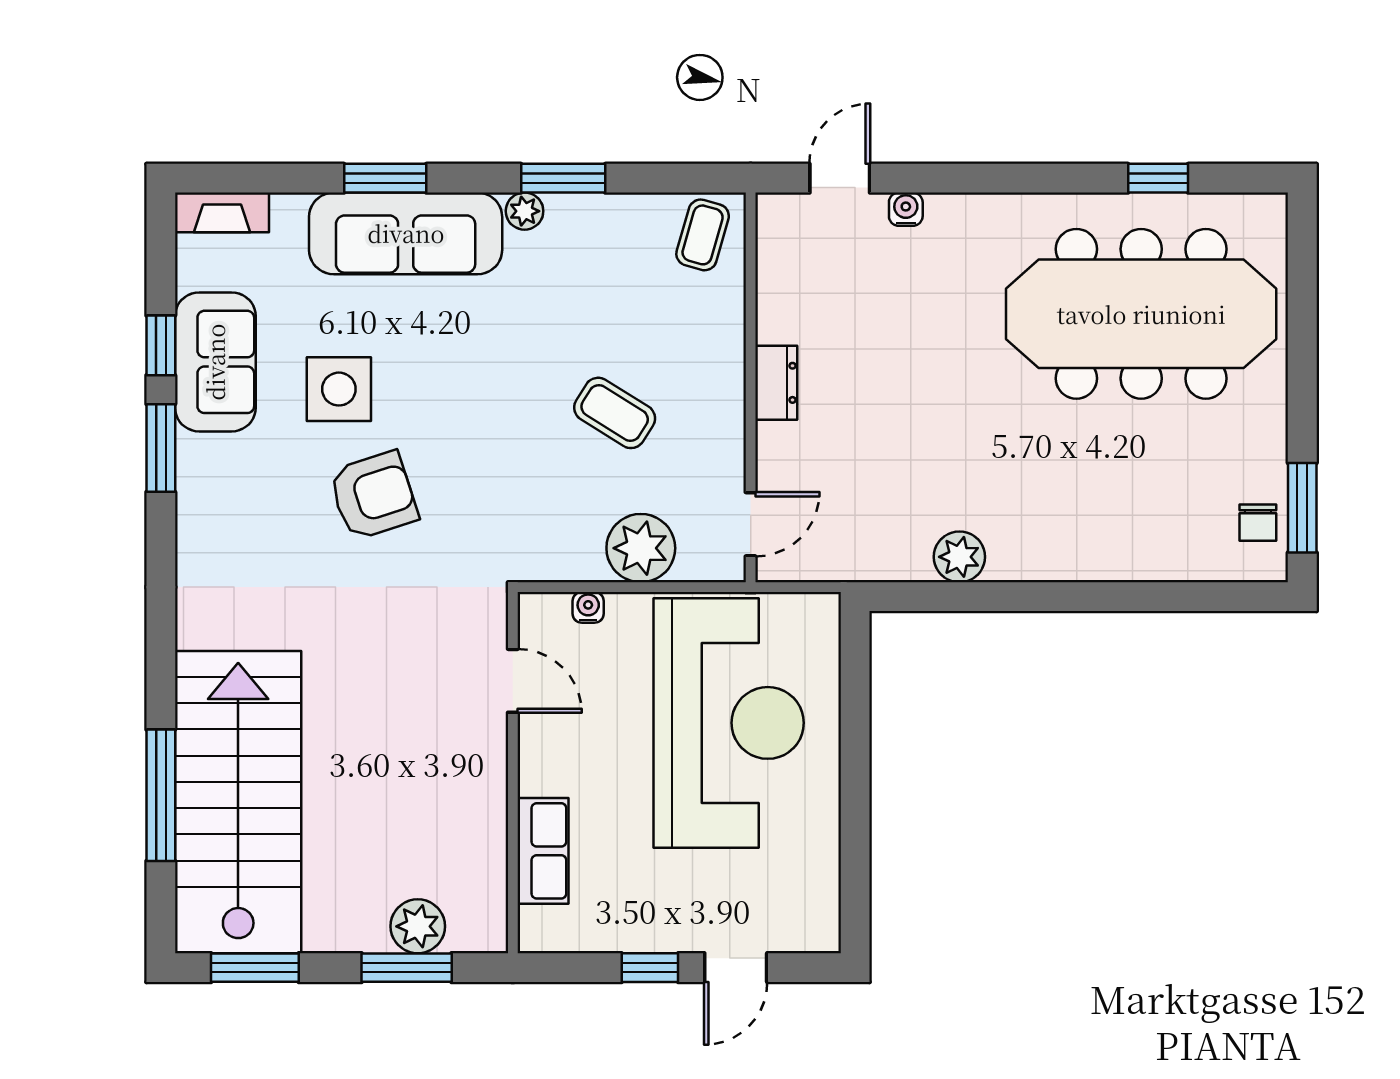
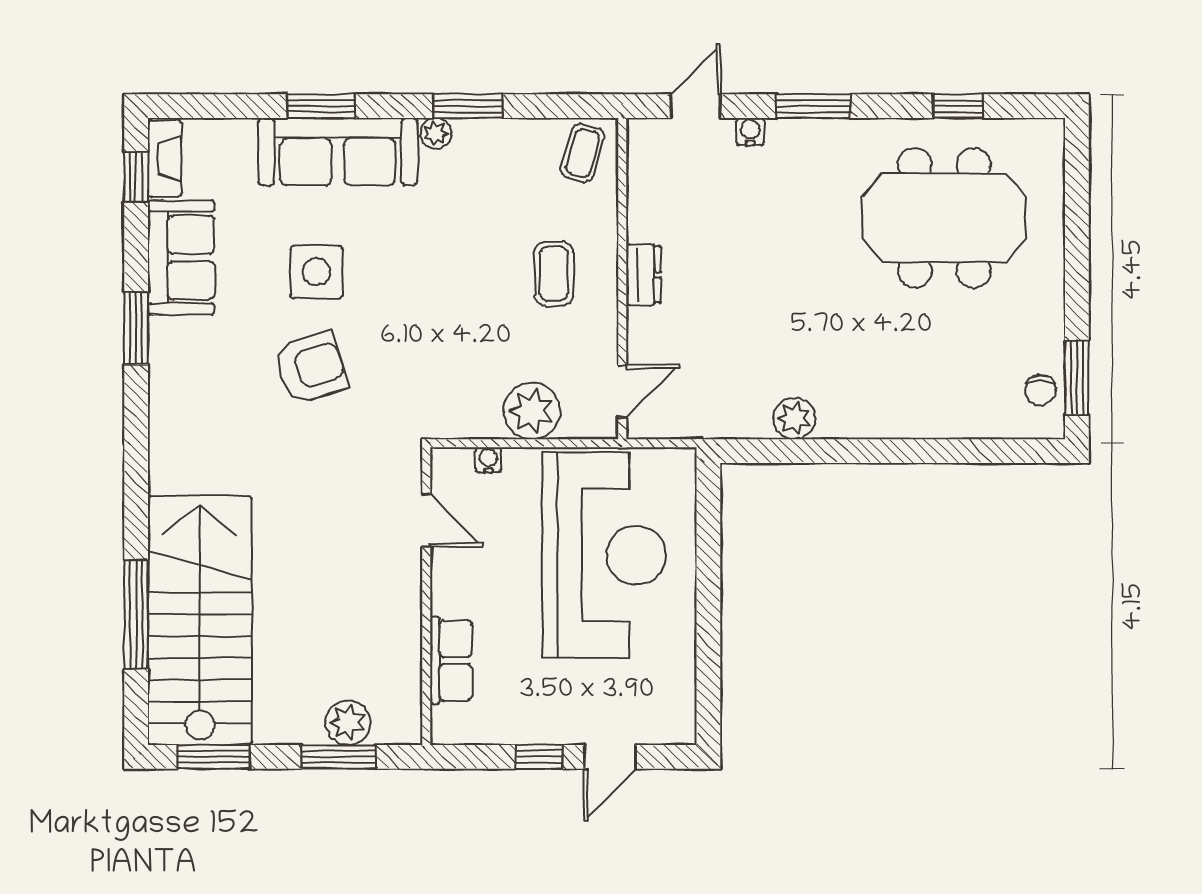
window: (983, 178) -> (814, 106), added
fireplace: (222, 212) -> (164, 158), moved, turned -90
meeting table: (1141, 314) -> (944, 218), width x0.73
window: (161, 345) -> (136, 177), moved
side table: (339, 389) -> (316, 272), moved
coffee table: (615, 413) -> (554, 274), moved, turned 58

